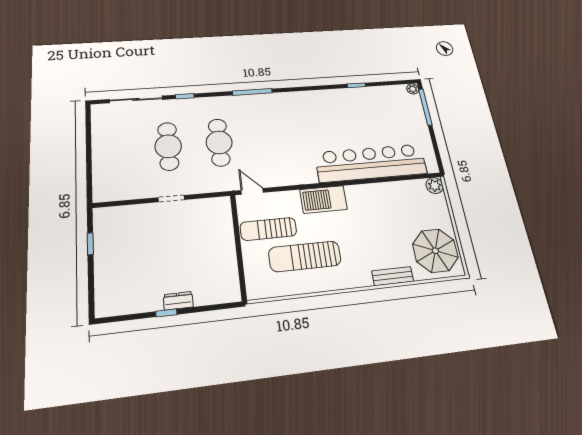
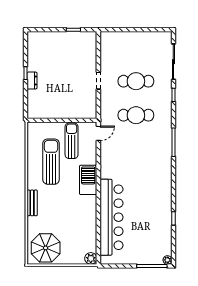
bench: (393, 276) -> (32, 203), moved

